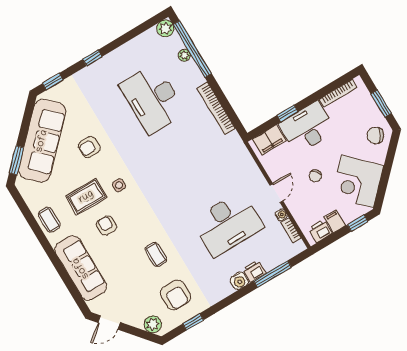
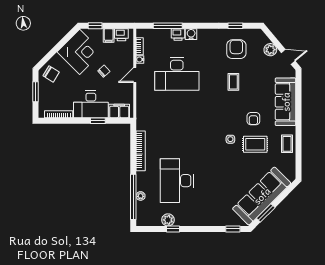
plant: (165, 28) -> (168, 220), moved
window: (92, 58) -> (173, 229), moved
desk: (153, 99) -> (177, 181), turned 180
armchair: (89, 147) -> (235, 174), removed
window: (16, 160) -> (266, 213), moved
desk: (228, 224) -> (177, 74), turned 180
plant: (153, 324) -> (270, 50), moved

